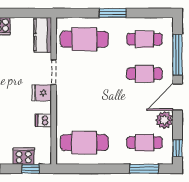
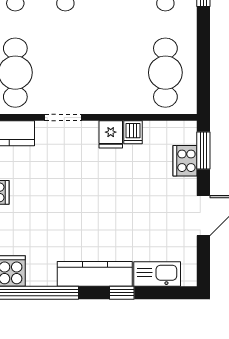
fridge: (42, 93) -> (111, 134), moved
window: (31, 169) -> (203, 151), width x1.50

